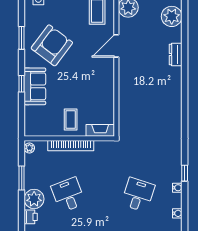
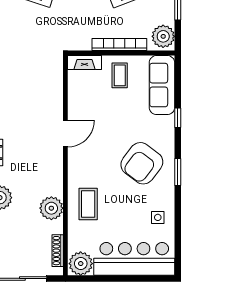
door: (116, 46) -> (65, 134), moved
sofa: (35, 86) -> (162, 85), moved, width x1.36
plant: (29, 148) -> (163, 36), width x1.88, depth x1.88

